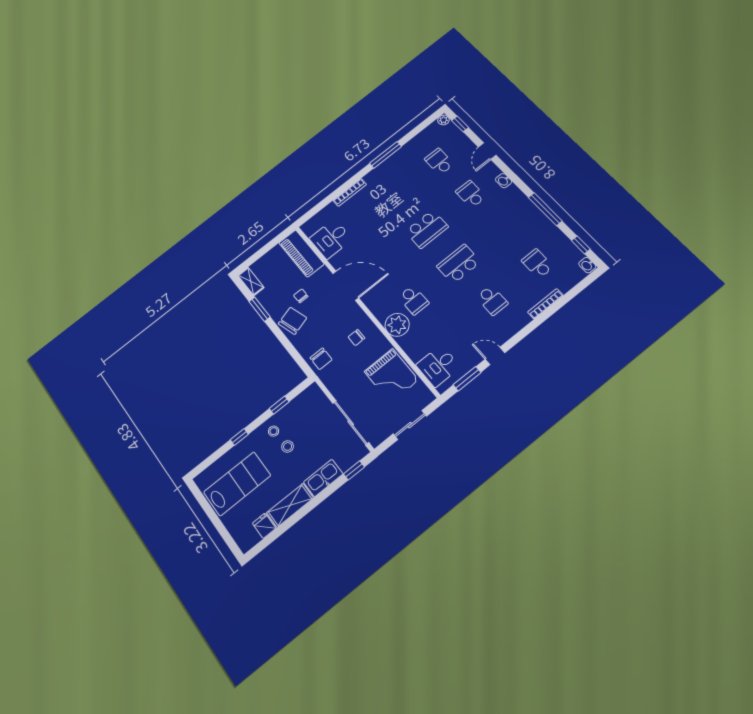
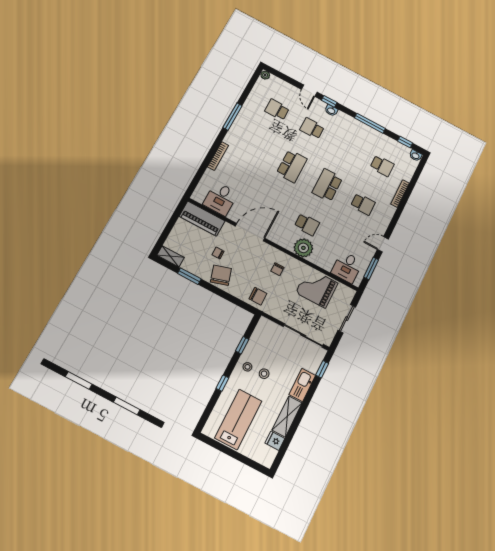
window: (460, 124) -> (329, 101), moved
school desk: (537, 264) -> (382, 166), turned 180
grand piano: (391, 376) -> (317, 288), turned 180

